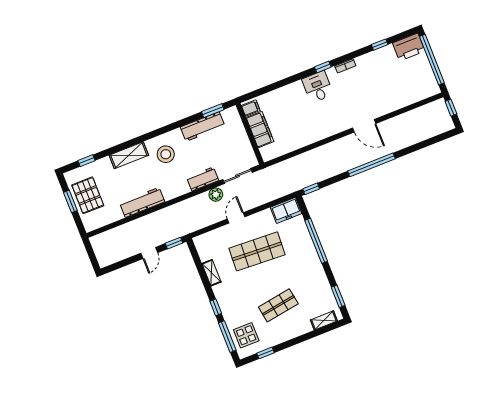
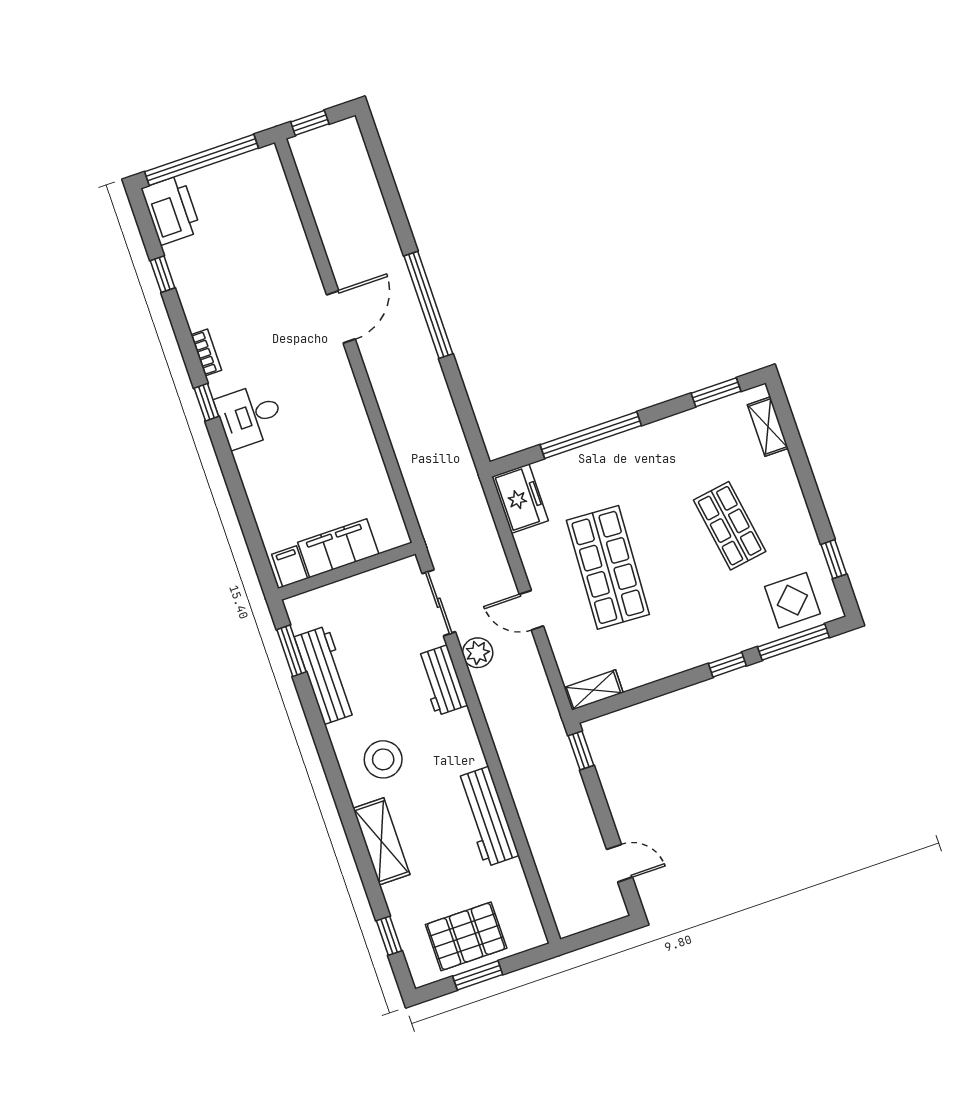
window: (311, 189) -> (475, 441), removed
door: (149, 253) -> (620, 863), moved
shelving: (211, 273) -> (594, 690), moved

